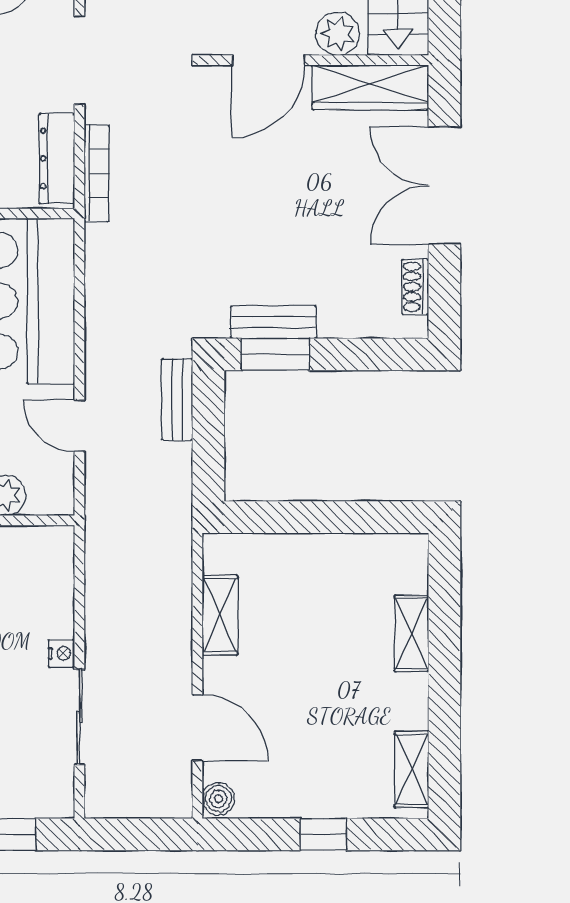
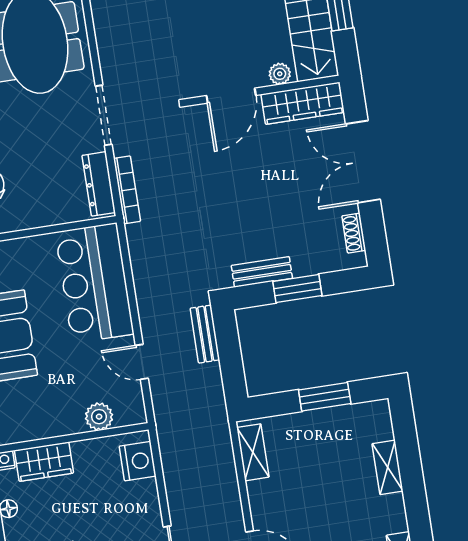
plant: (338, 34) -> (280, 74), width x0.73, depth x0.73
window: (276, 354) -> (297, 289), moved
window: (336, 517) -> (325, 397), added
shelving: (220, 615) -> (253, 452), moved
nightstand: (62, 653) -> (138, 461), moved, width x1.89, depth x1.79

